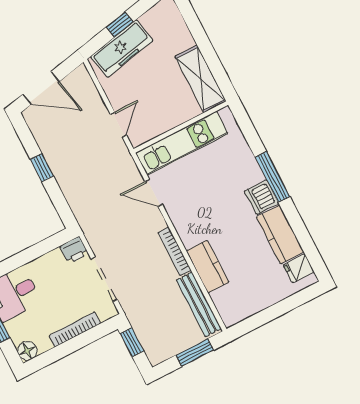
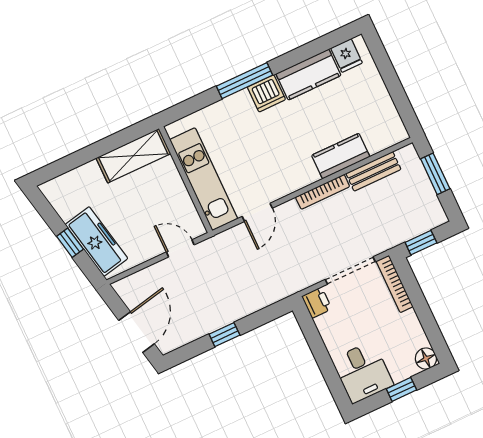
bench: (199, 304) -> (373, 171), width x0.73
bookcase: (75, 329) -> (395, 284), moved

